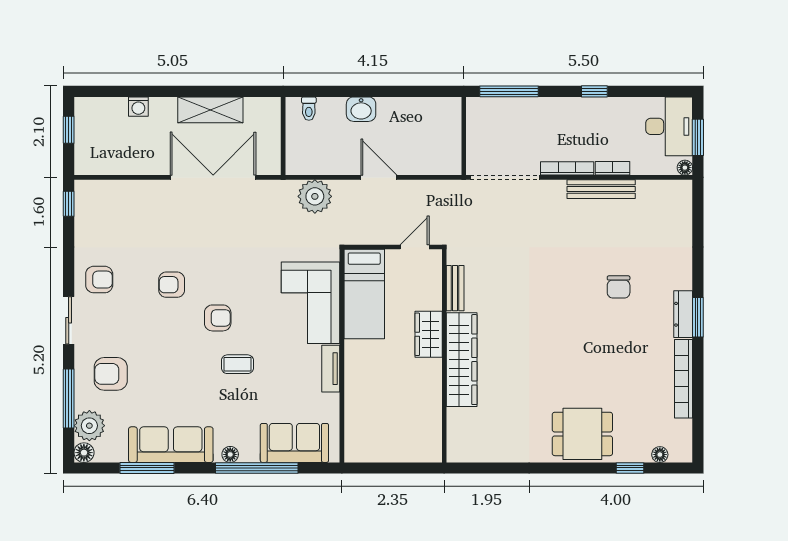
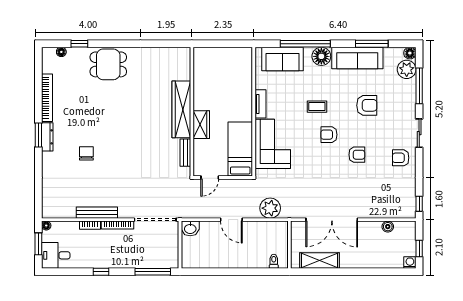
washing machine: (138, 107) -> (410, 263), moved
washbasin: (361, 109) -> (190, 228), moved, turned 180
shelving: (210, 110) -> (319, 261), moved
desk: (669, 126) -> (56, 255), width x0.73
boiler: (120, 166) -> (388, 227), added
armchair: (111, 374) -> (367, 105), moved
floor lamp: (230, 454) -> (321, 56), width x1.89, depth x1.89

